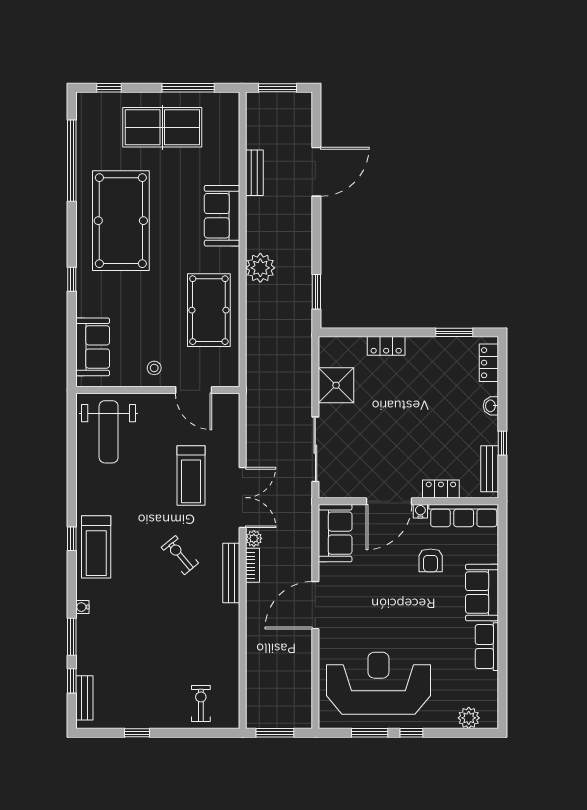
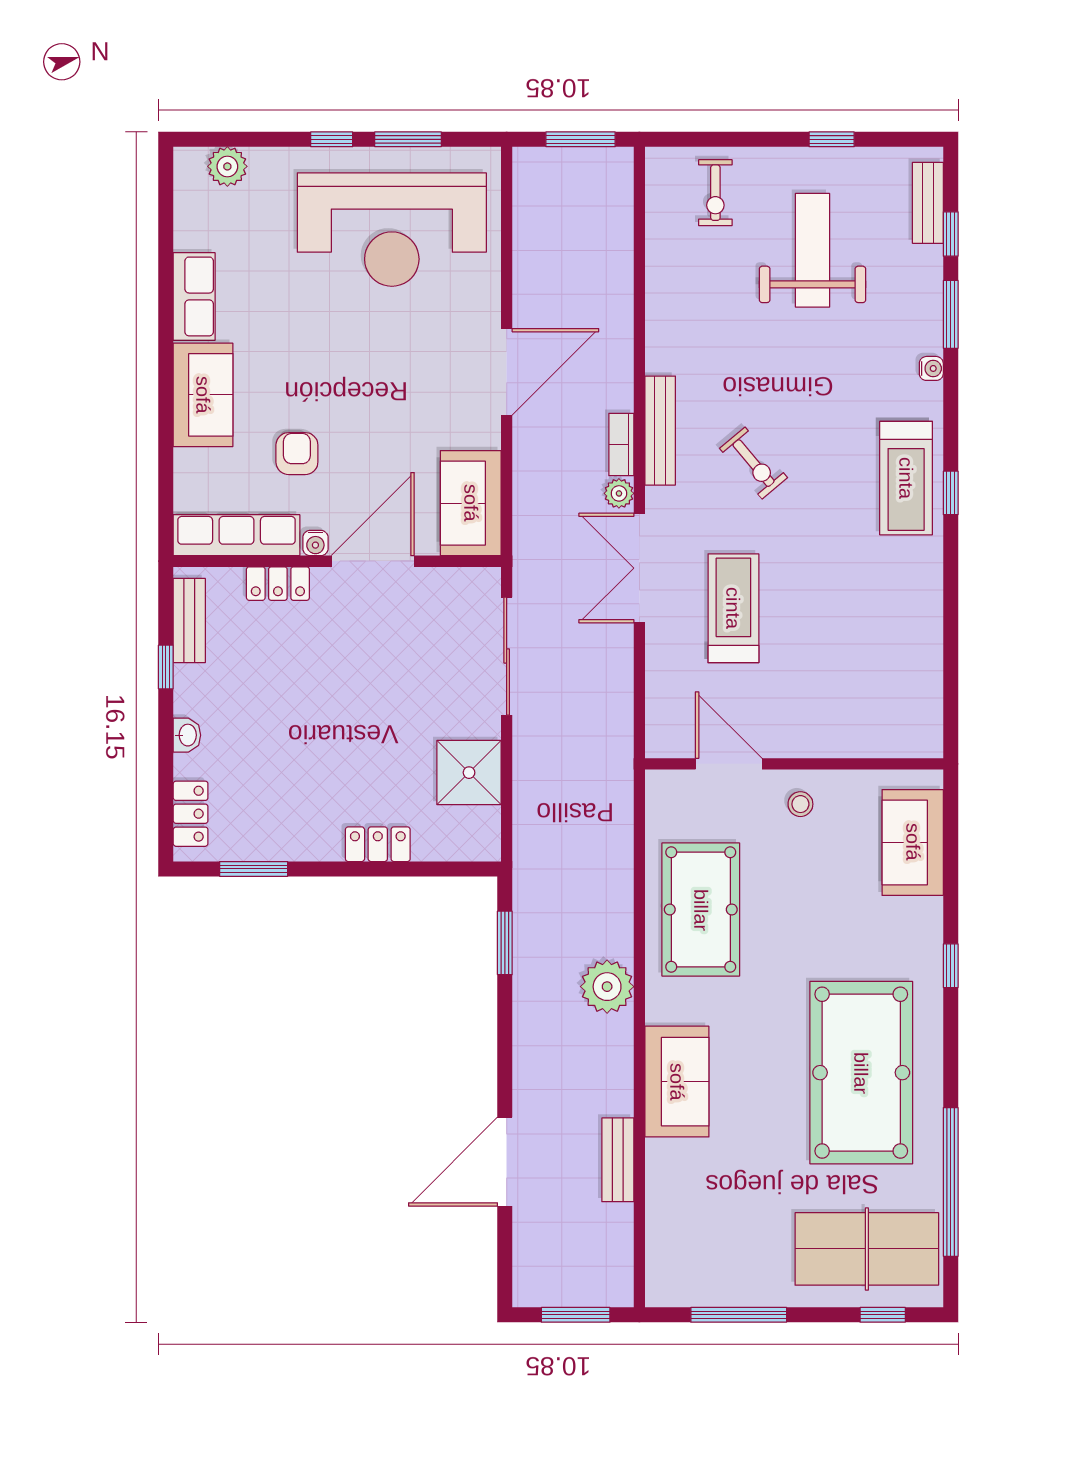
table tennis table: (162, 127) -> (867, 1249), moved
weight bench: (109, 432) -> (813, 250), moved
treadmill: (96, 547) -> (906, 478), turned 180

